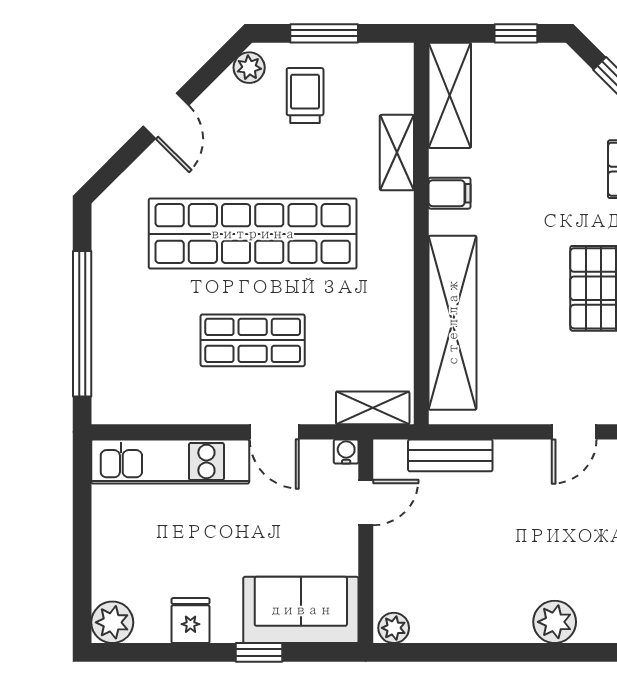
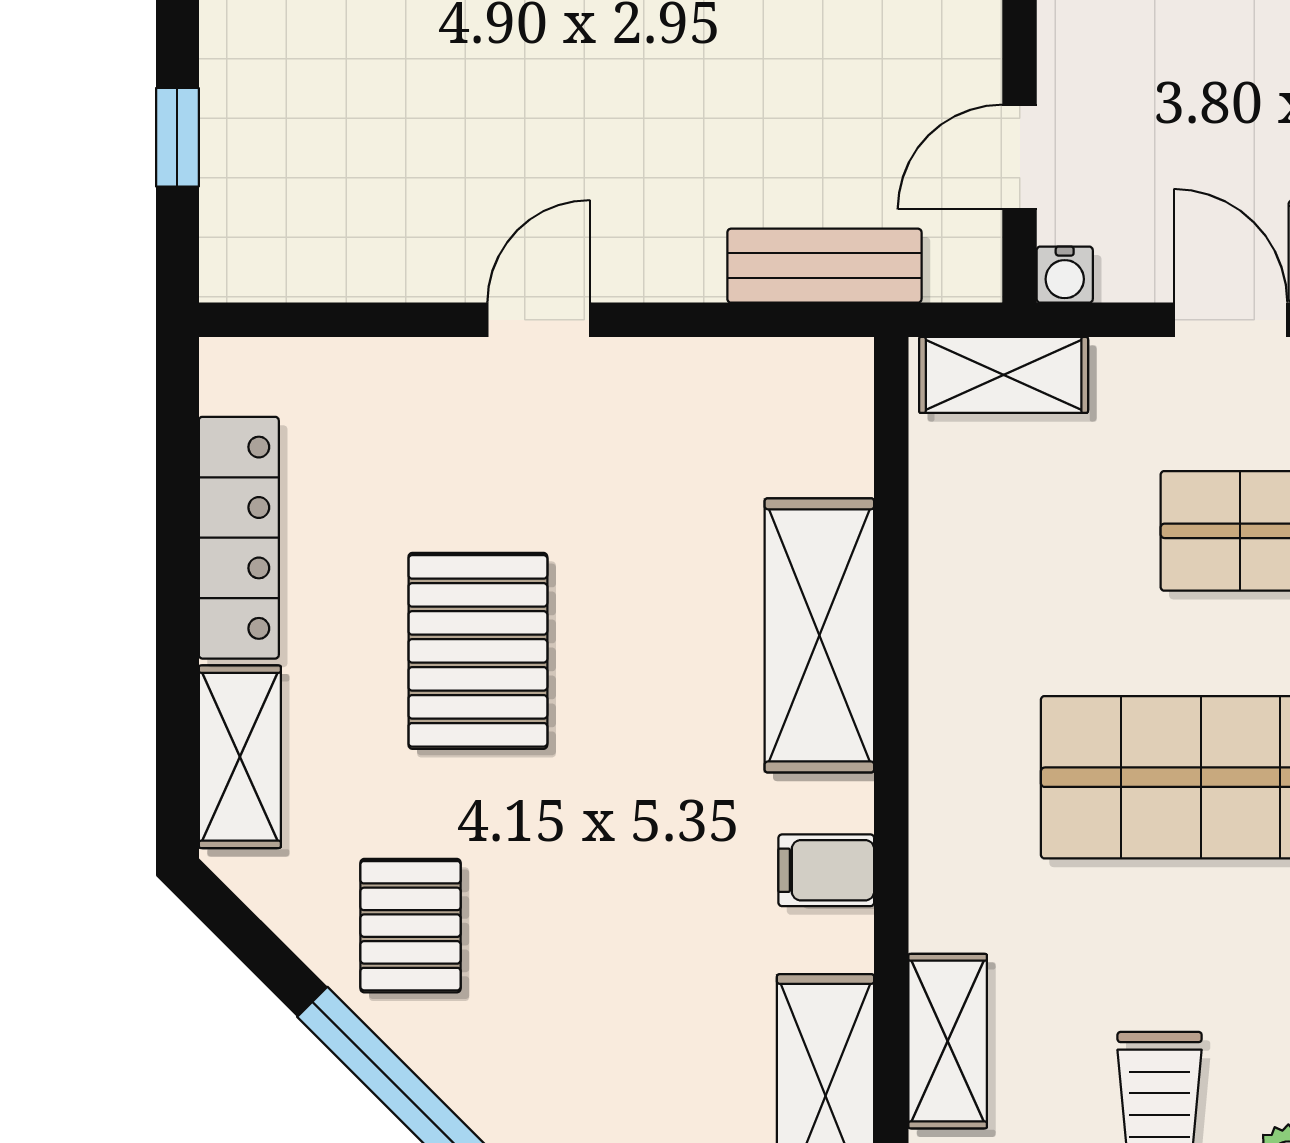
shelving: (397, 153) -> (948, 1041), moved
shelving: (453, 323) -> (819, 635), width x0.68

